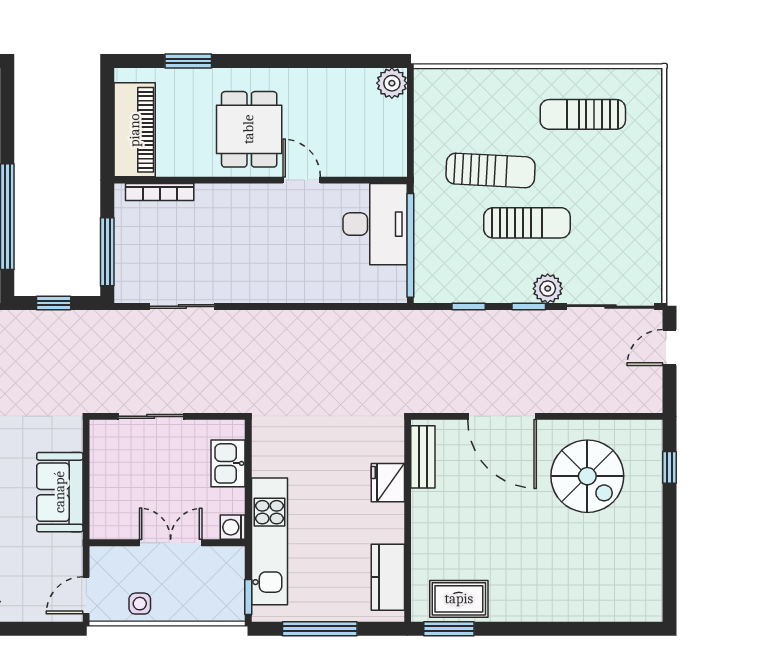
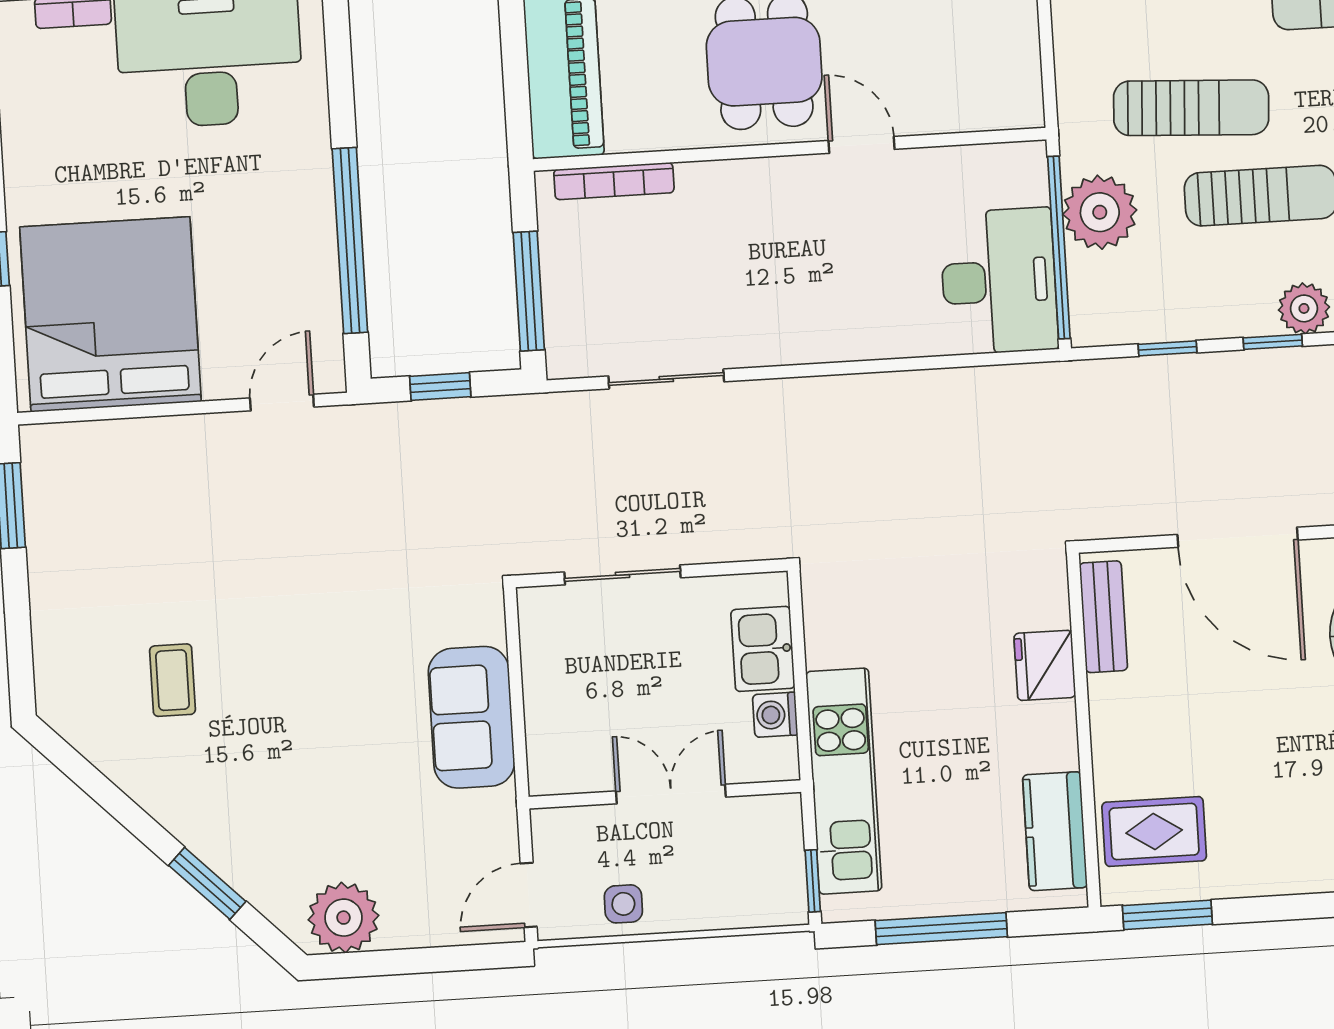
desk: (375, 224) -> (999, 281), moved
plant: (435, 227) -> (1100, 212), added
washing machine: (233, 527) -> (775, 715), moved
rug: (459, 599) -> (1154, 831), moved

